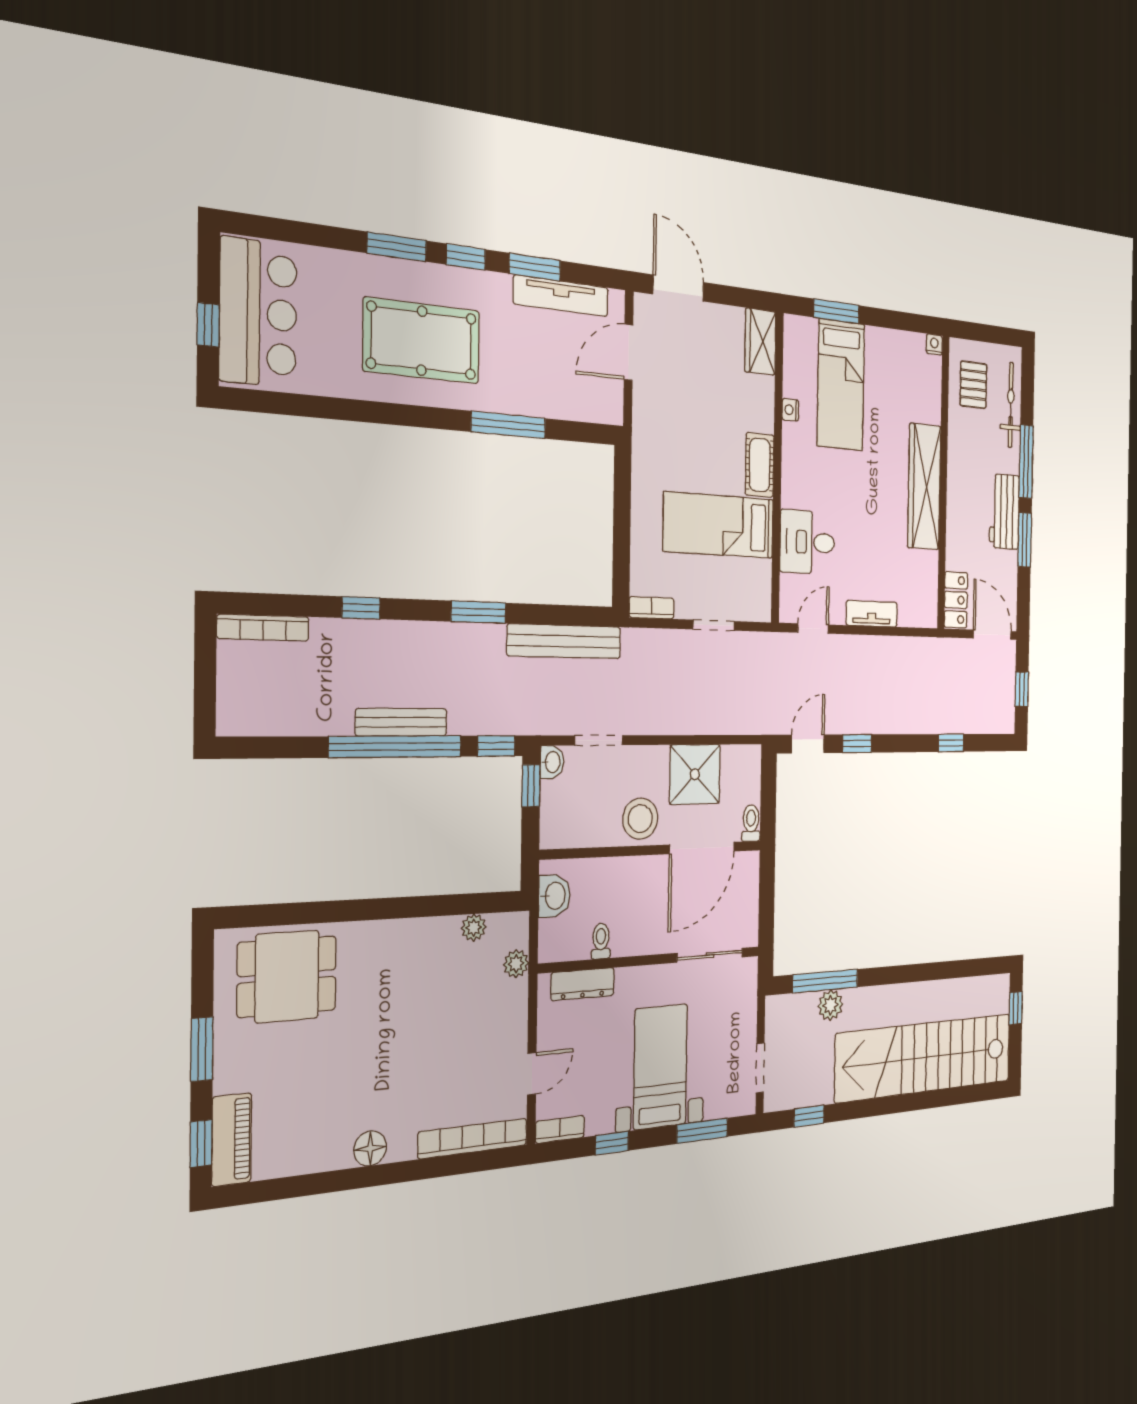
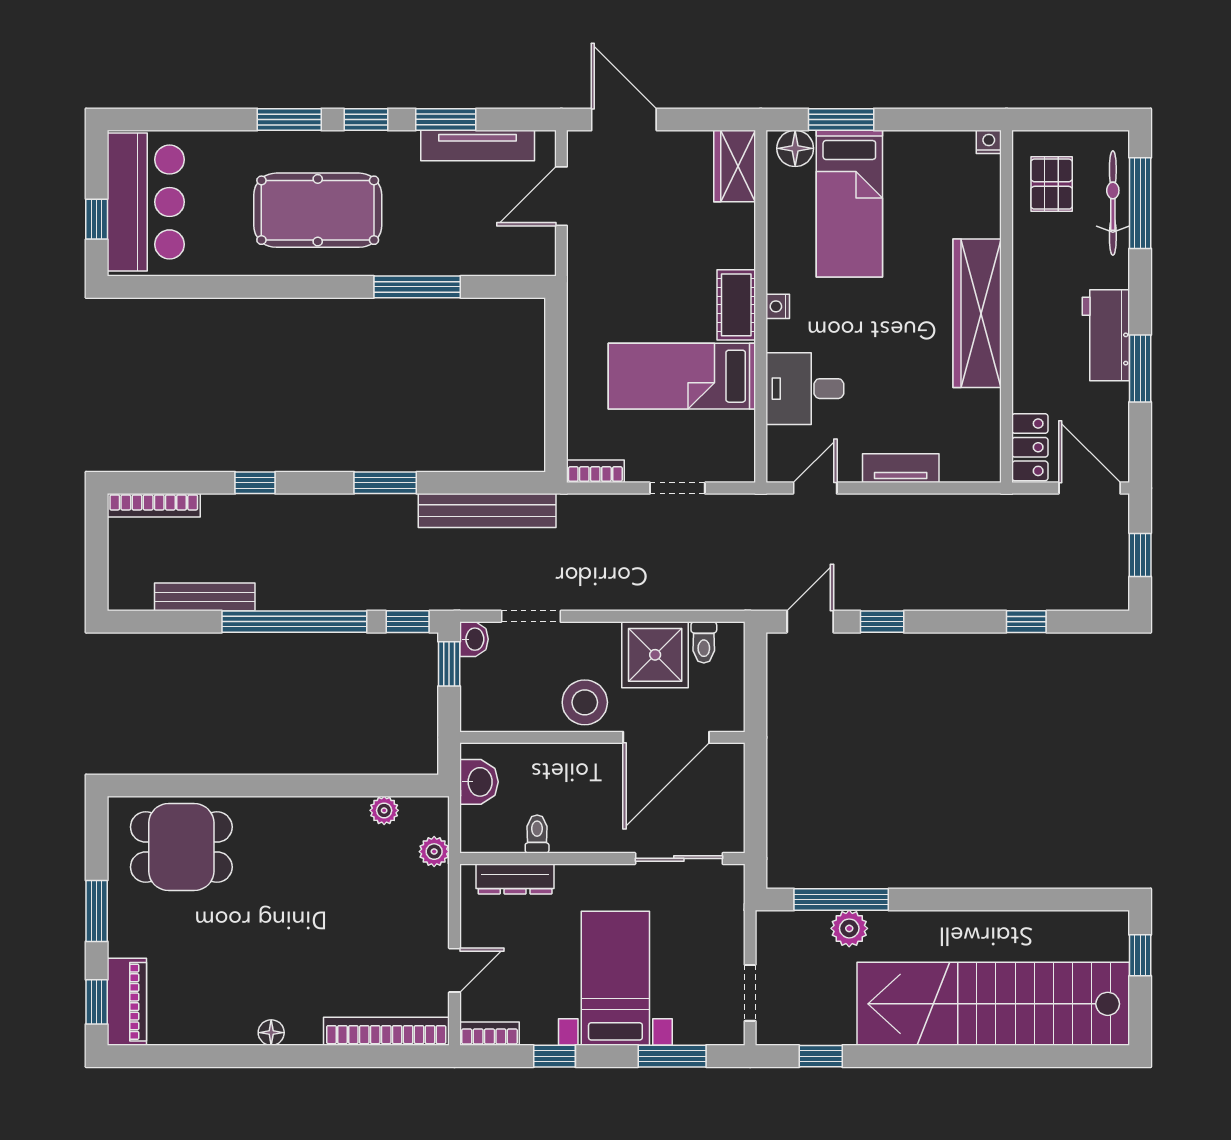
floor lamp: (804, 332) -> (795, 148), added
nightstand: (790, 410) -> (778, 306), moved
window: (1026, 462) -> (1140, 203), moved
bench: (401, 722) -> (205, 597), moved
toilet: (751, 823) -> (704, 642), moved, turned 180
floor lamp: (370, 1148) -> (271, 1033), width x0.73, depth x0.73

